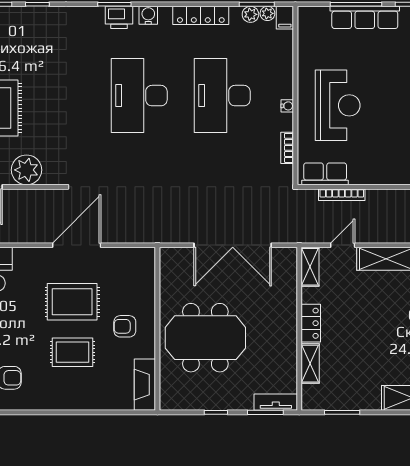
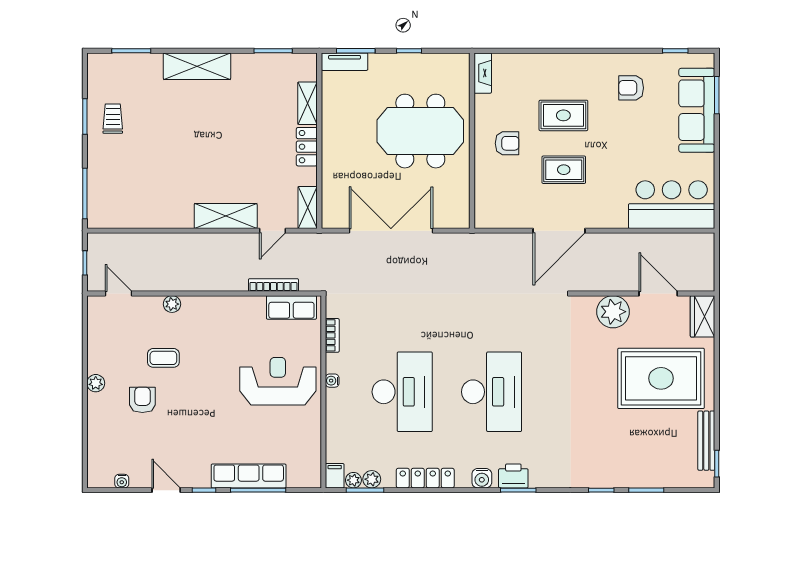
reception desk: (338, 105) -> (278, 381), turned 90
rug: (72, 302) -> (564, 170), width x0.73, depth x0.70
fireplace: (145, 385) -> (483, 73), width x0.73, depth x0.76

